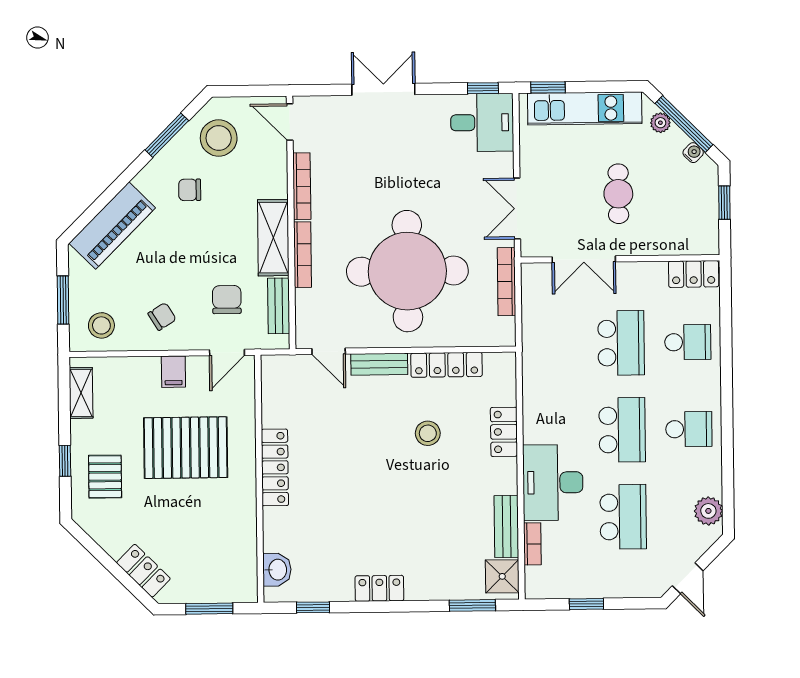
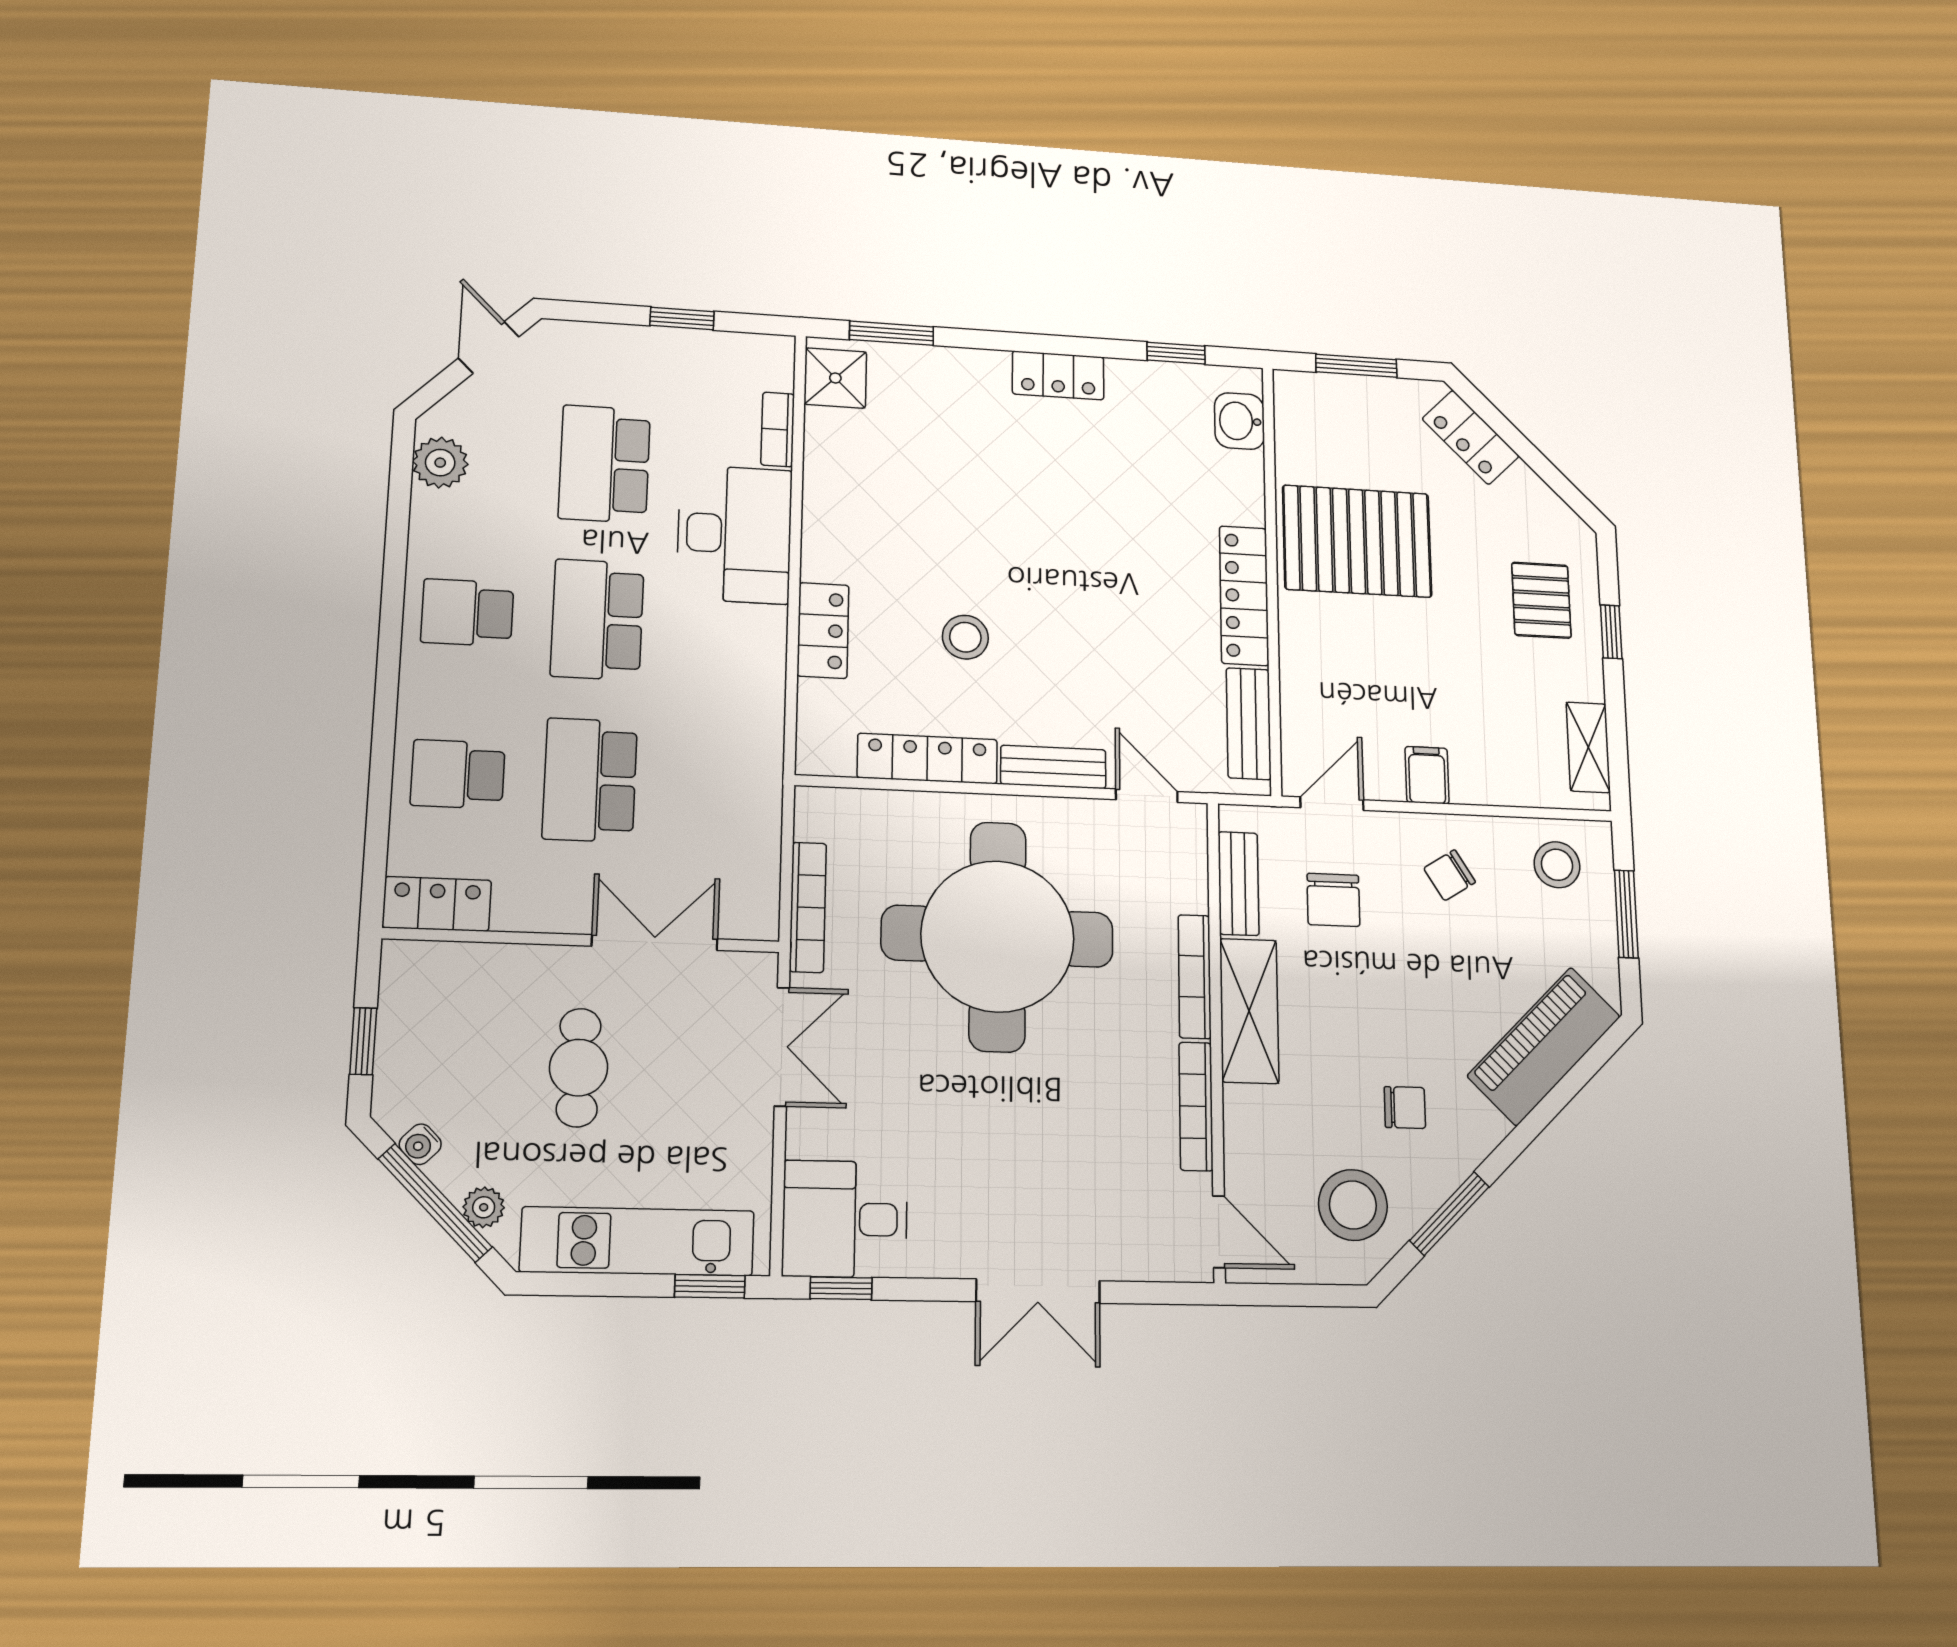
pallet: (186, 448) -> (1357, 541), moved
bench: (506, 527) -> (1249, 724), moved

